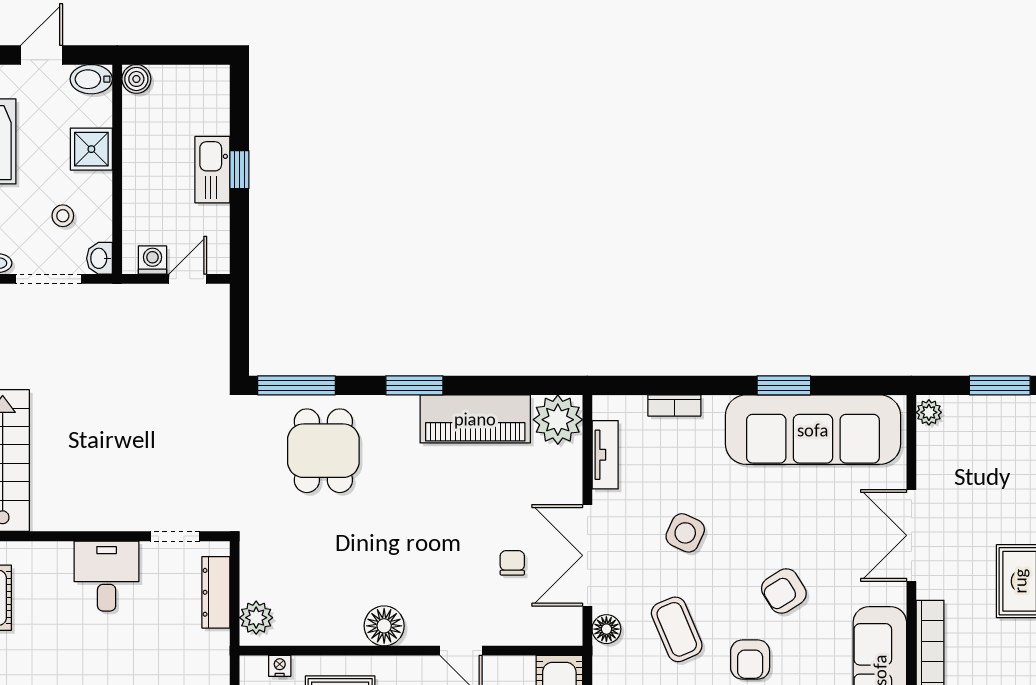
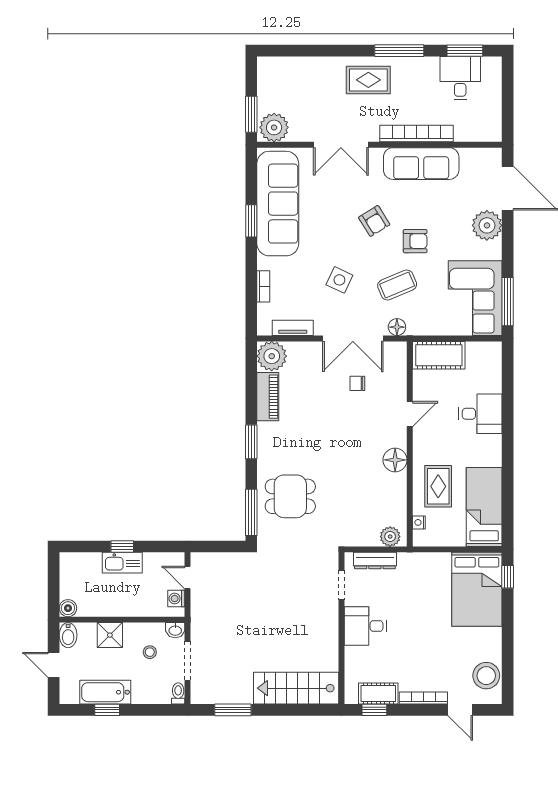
window: (1000, 385) -> (251, 114), moved
plant: (929, 412) -> (274, 127), width x1.88, depth x1.88
piano: (475, 419) -> (268, 397), width x0.73, depth x0.75

